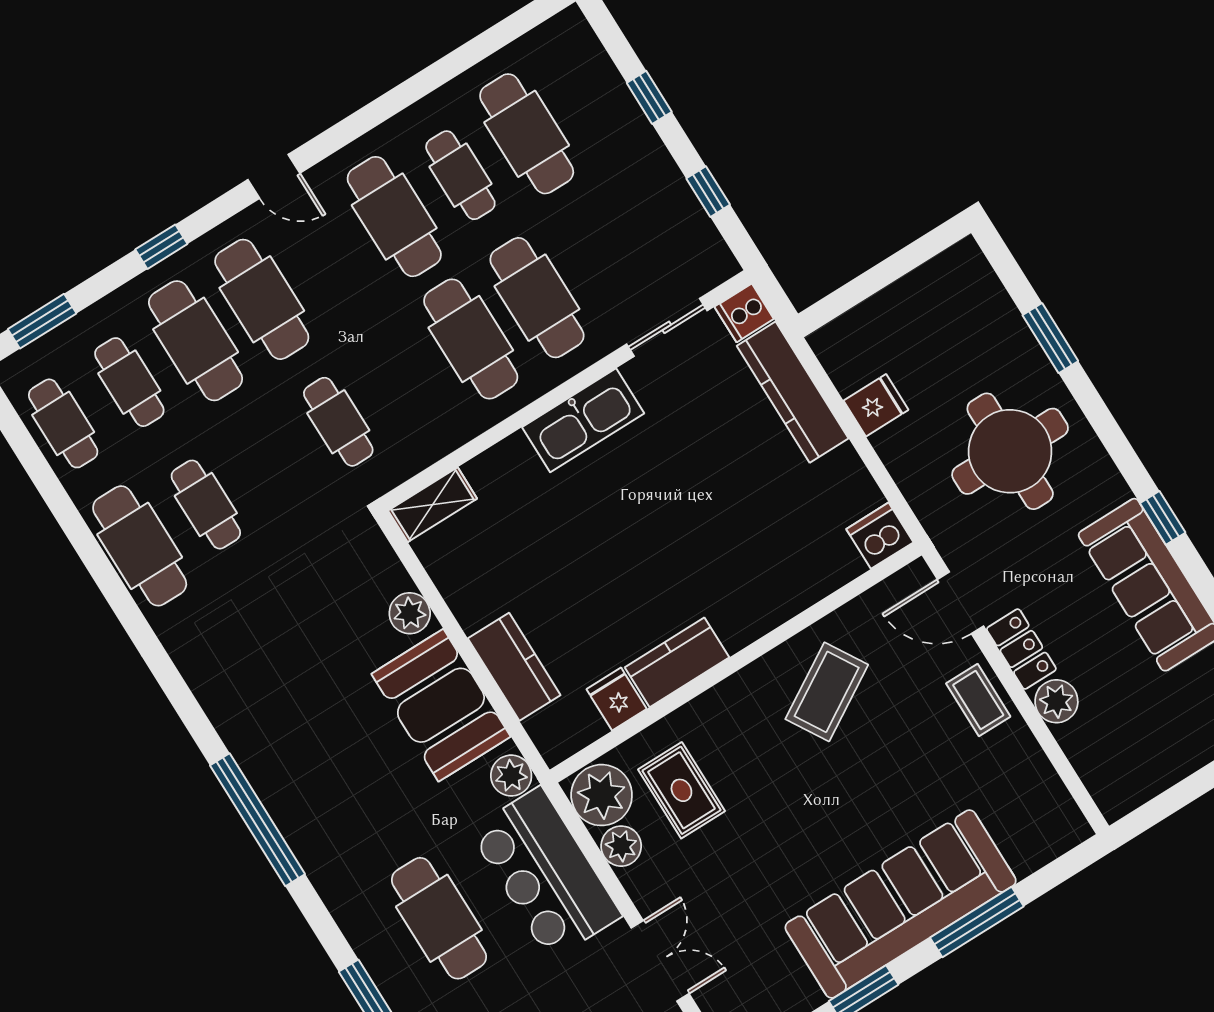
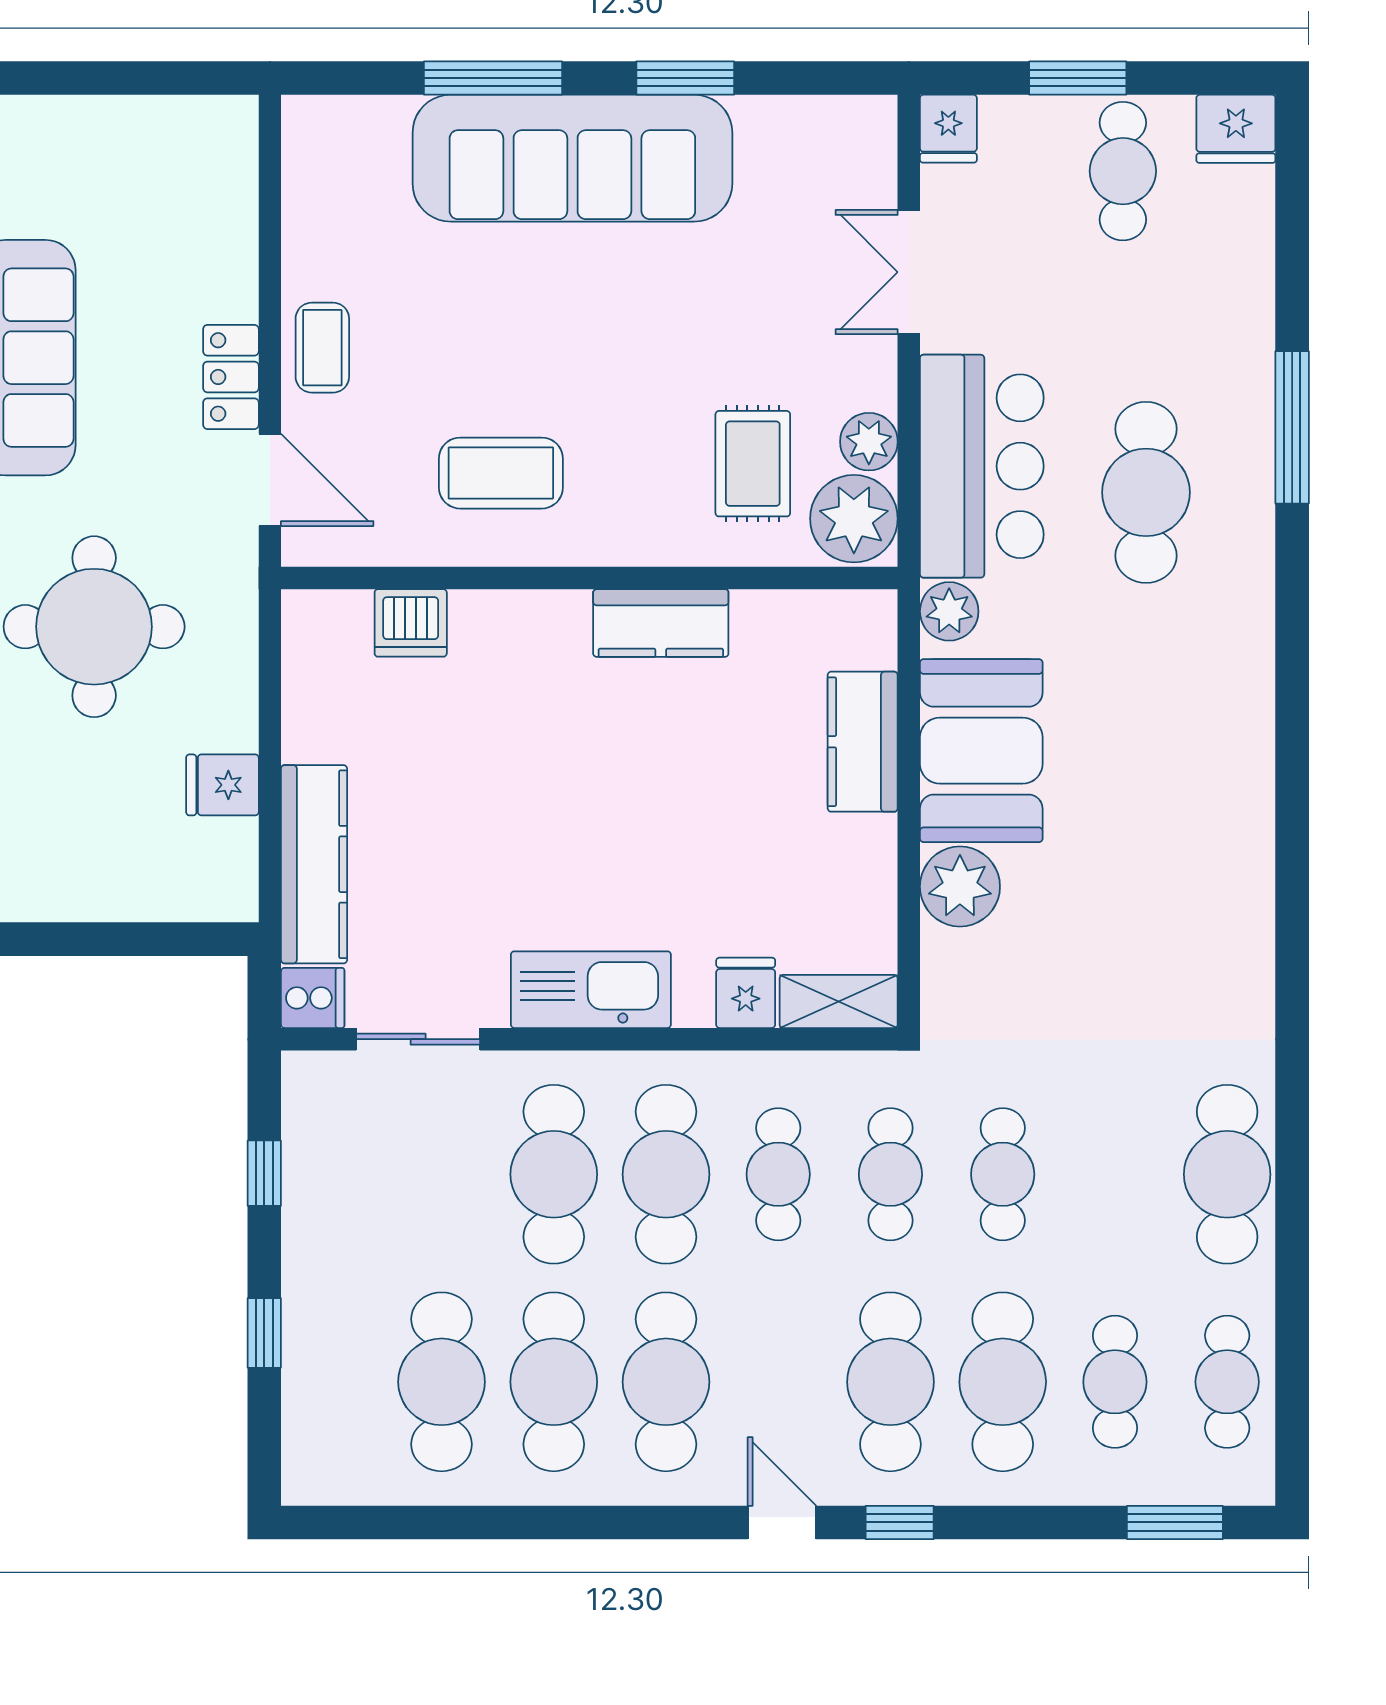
cafe table: (460, 175) -> (554, 1382), width x1.37, depth x1.35
window: (161, 247) -> (900, 1522), moved
cafe table: (405, 380) -> (778, 1174), added
cafe table: (206, 505) -> (1003, 1174), moved
dishwasher: (880, 536) -> (411, 623), moved
plant: (410, 613) -> (960, 887), width x1.36, depth x1.36
coffee table: (827, 692) -> (501, 473), turned 31
fridge: (617, 699) -> (746, 993), moved, turned 180
plant: (1056, 701) -> (228, 287), removed
window: (257, 820) -> (1292, 751), removed

